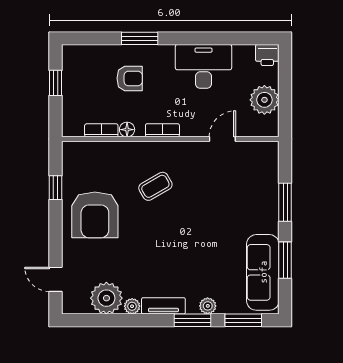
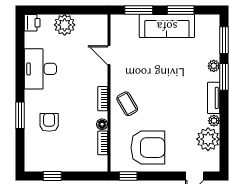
bookcase: (101, 130) -> (103, 143), moved
floor lamp: (127, 130) -> (102, 124), moved
bookcase: (162, 130) -> (103, 99), moved
wall: (170, 139) -> (109, 93), moved
door: (222, 139) -> (109, 55), moved
sofa: (263, 272) -> (167, 26), moved

